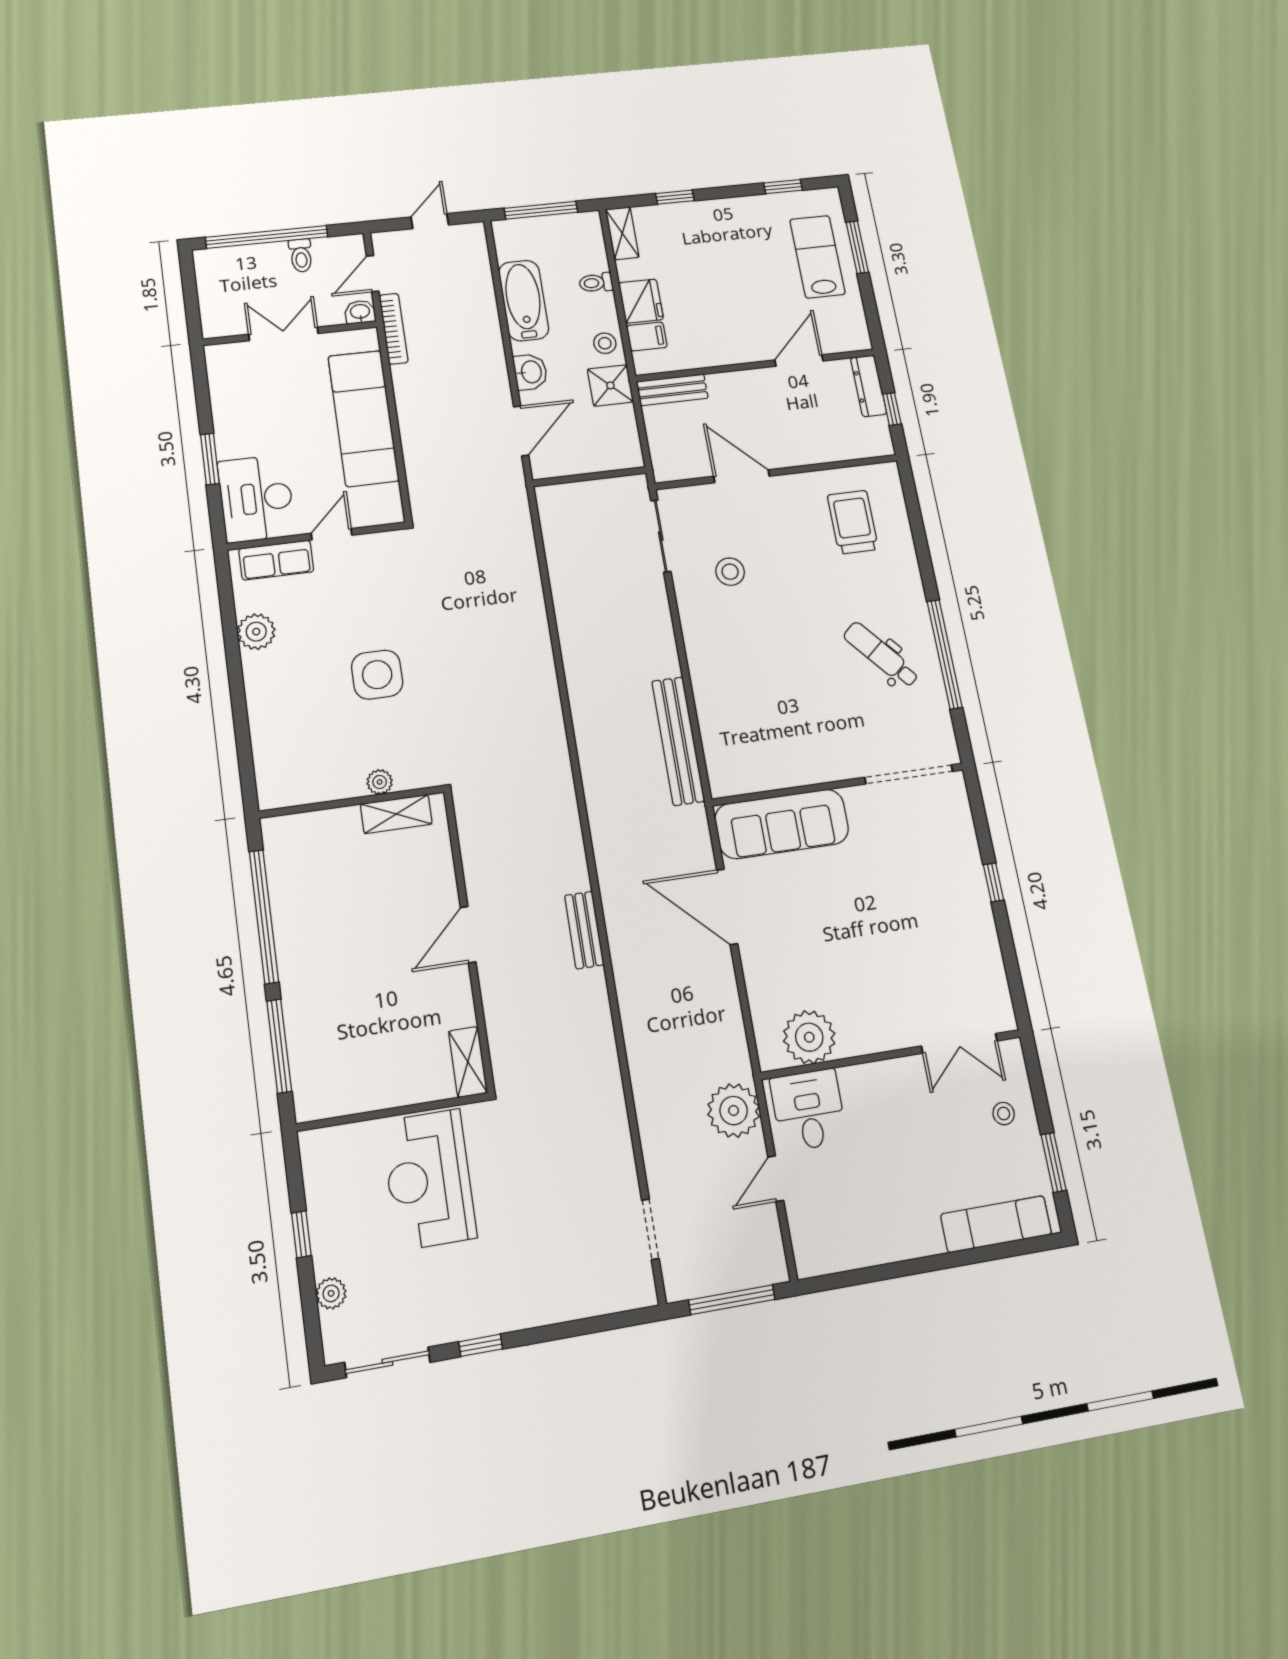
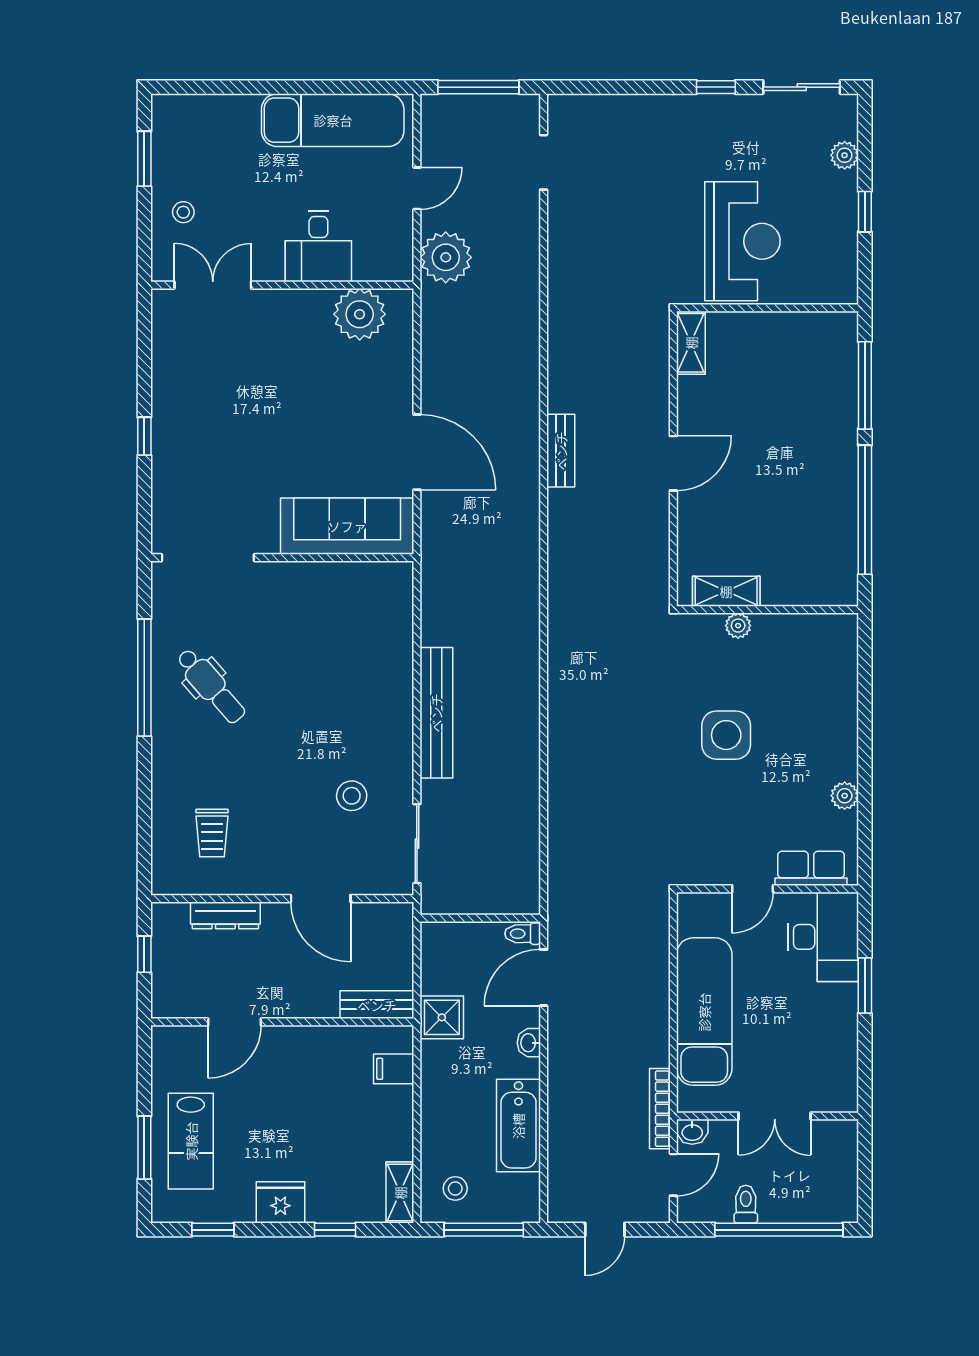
toilet: (596, 283) -> (523, 934), moved, turned 180
fridge: (641, 301) -> (280, 1202), moved, turned 90
stool: (605, 343) -> (455, 1188), moved
washbasin: (530, 372) -> (529, 1043), width x0.72, depth x0.69
dresser: (869, 386) -> (225, 915), moved, turned 90
trolley: (853, 522) -> (212, 833), width x0.73, depth x0.72
plant: (256, 632) -> (845, 796), width x0.73, depth x0.73
bench: (678, 741) -> (436, 713), moved
desk: (809, 1110) -> (318, 246), moved
exam couch: (996, 1224) -> (333, 120), moved, width x1.36, depth x1.45

